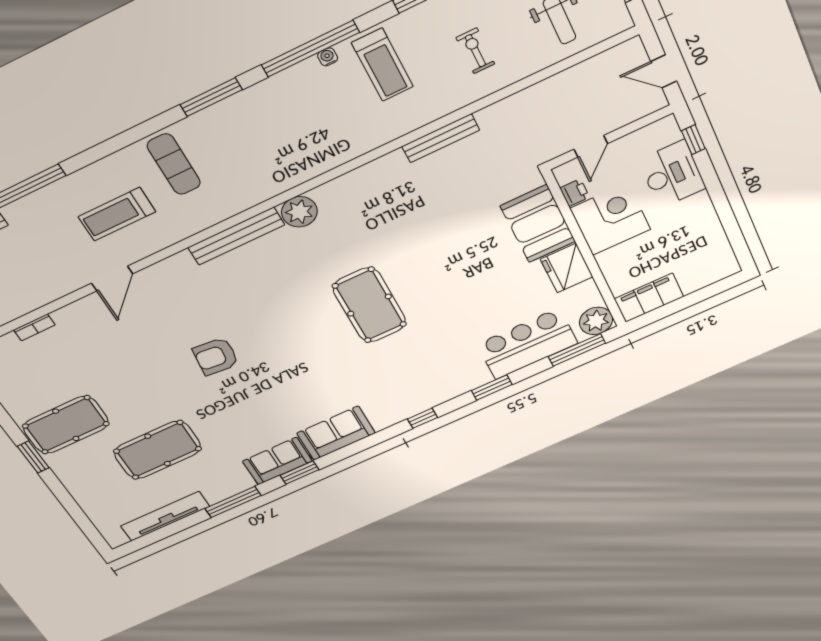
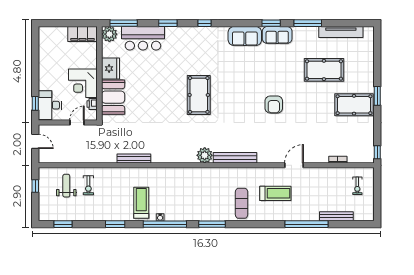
exercise bike: (475, 51) -> (88, 185), moved
desk: (672, 174) -> (50, 105), moved
armchair: (216, 356) -> (274, 105), turned 84

